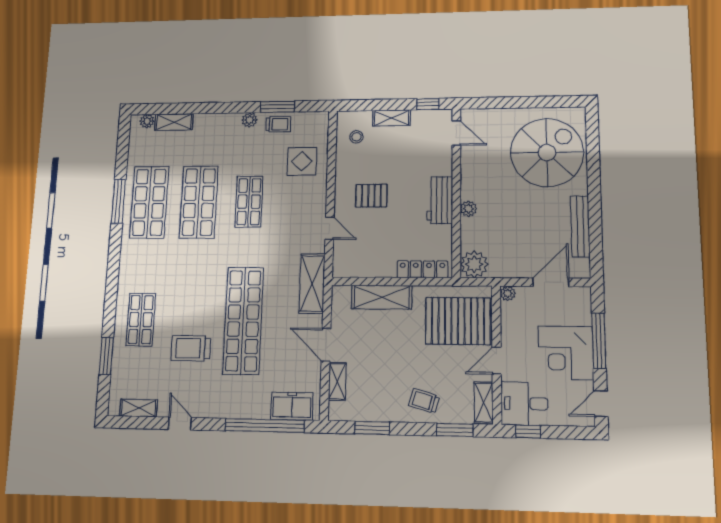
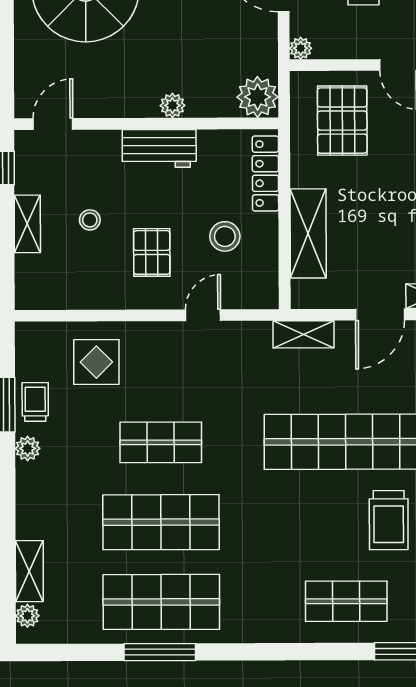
stool: (356, 137) -> (90, 220), moved
stool: (381, 243) -> (225, 236), added
shelving: (312, 283) -> (303, 334), width x0.67, depth x0.75
pallet: (458, 321) -> (342, 121), width x0.73, depth x0.71

